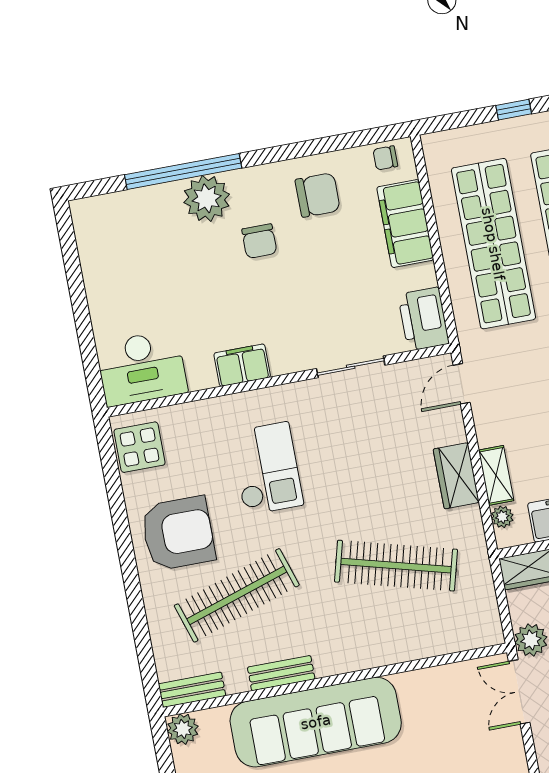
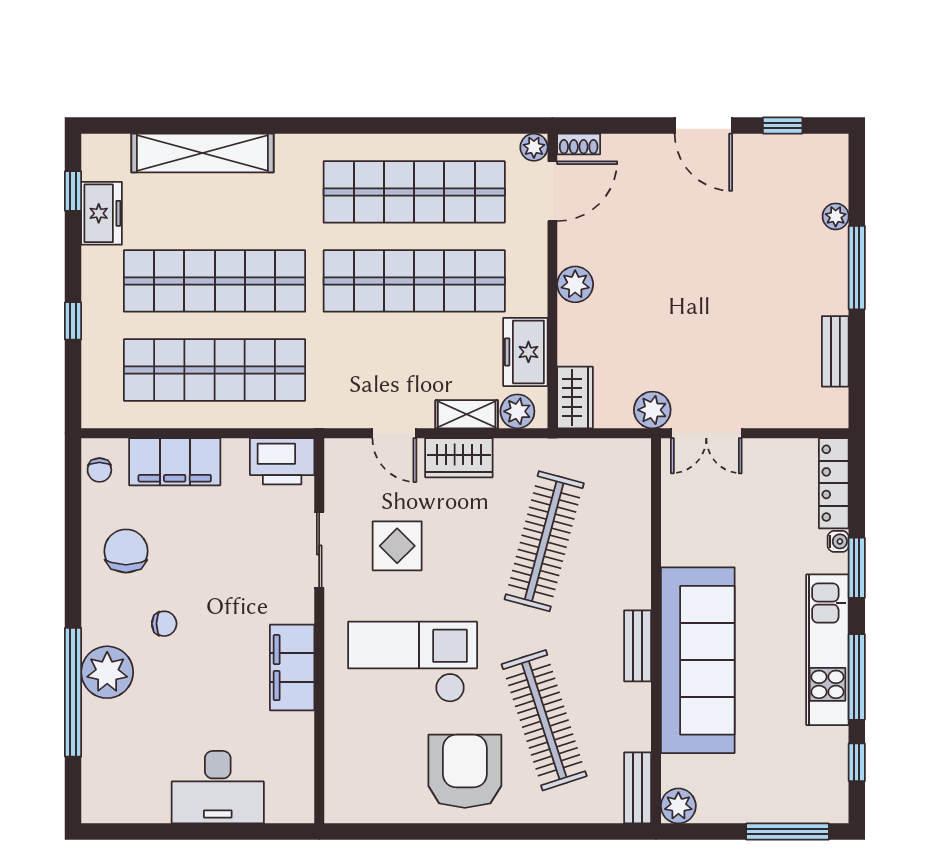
chair: (259, 241) -> (164, 624), width x0.73, depth x0.73
filing cabinet: (242, 365) -> (292, 668), width x1.50, depth x1.17
desk: (142, 368) -> (218, 787), moved, turned 90
door: (462, 384) -> (394, 433), moved
display table: (140, 447) -> (397, 546), moved
checkout: (267, 469) -> (413, 662), width x1.36, depth x1.21
plant: (502, 517) -> (517, 411), width x1.38, depth x1.38
bench: (281, 673) -> (638, 646), moved

